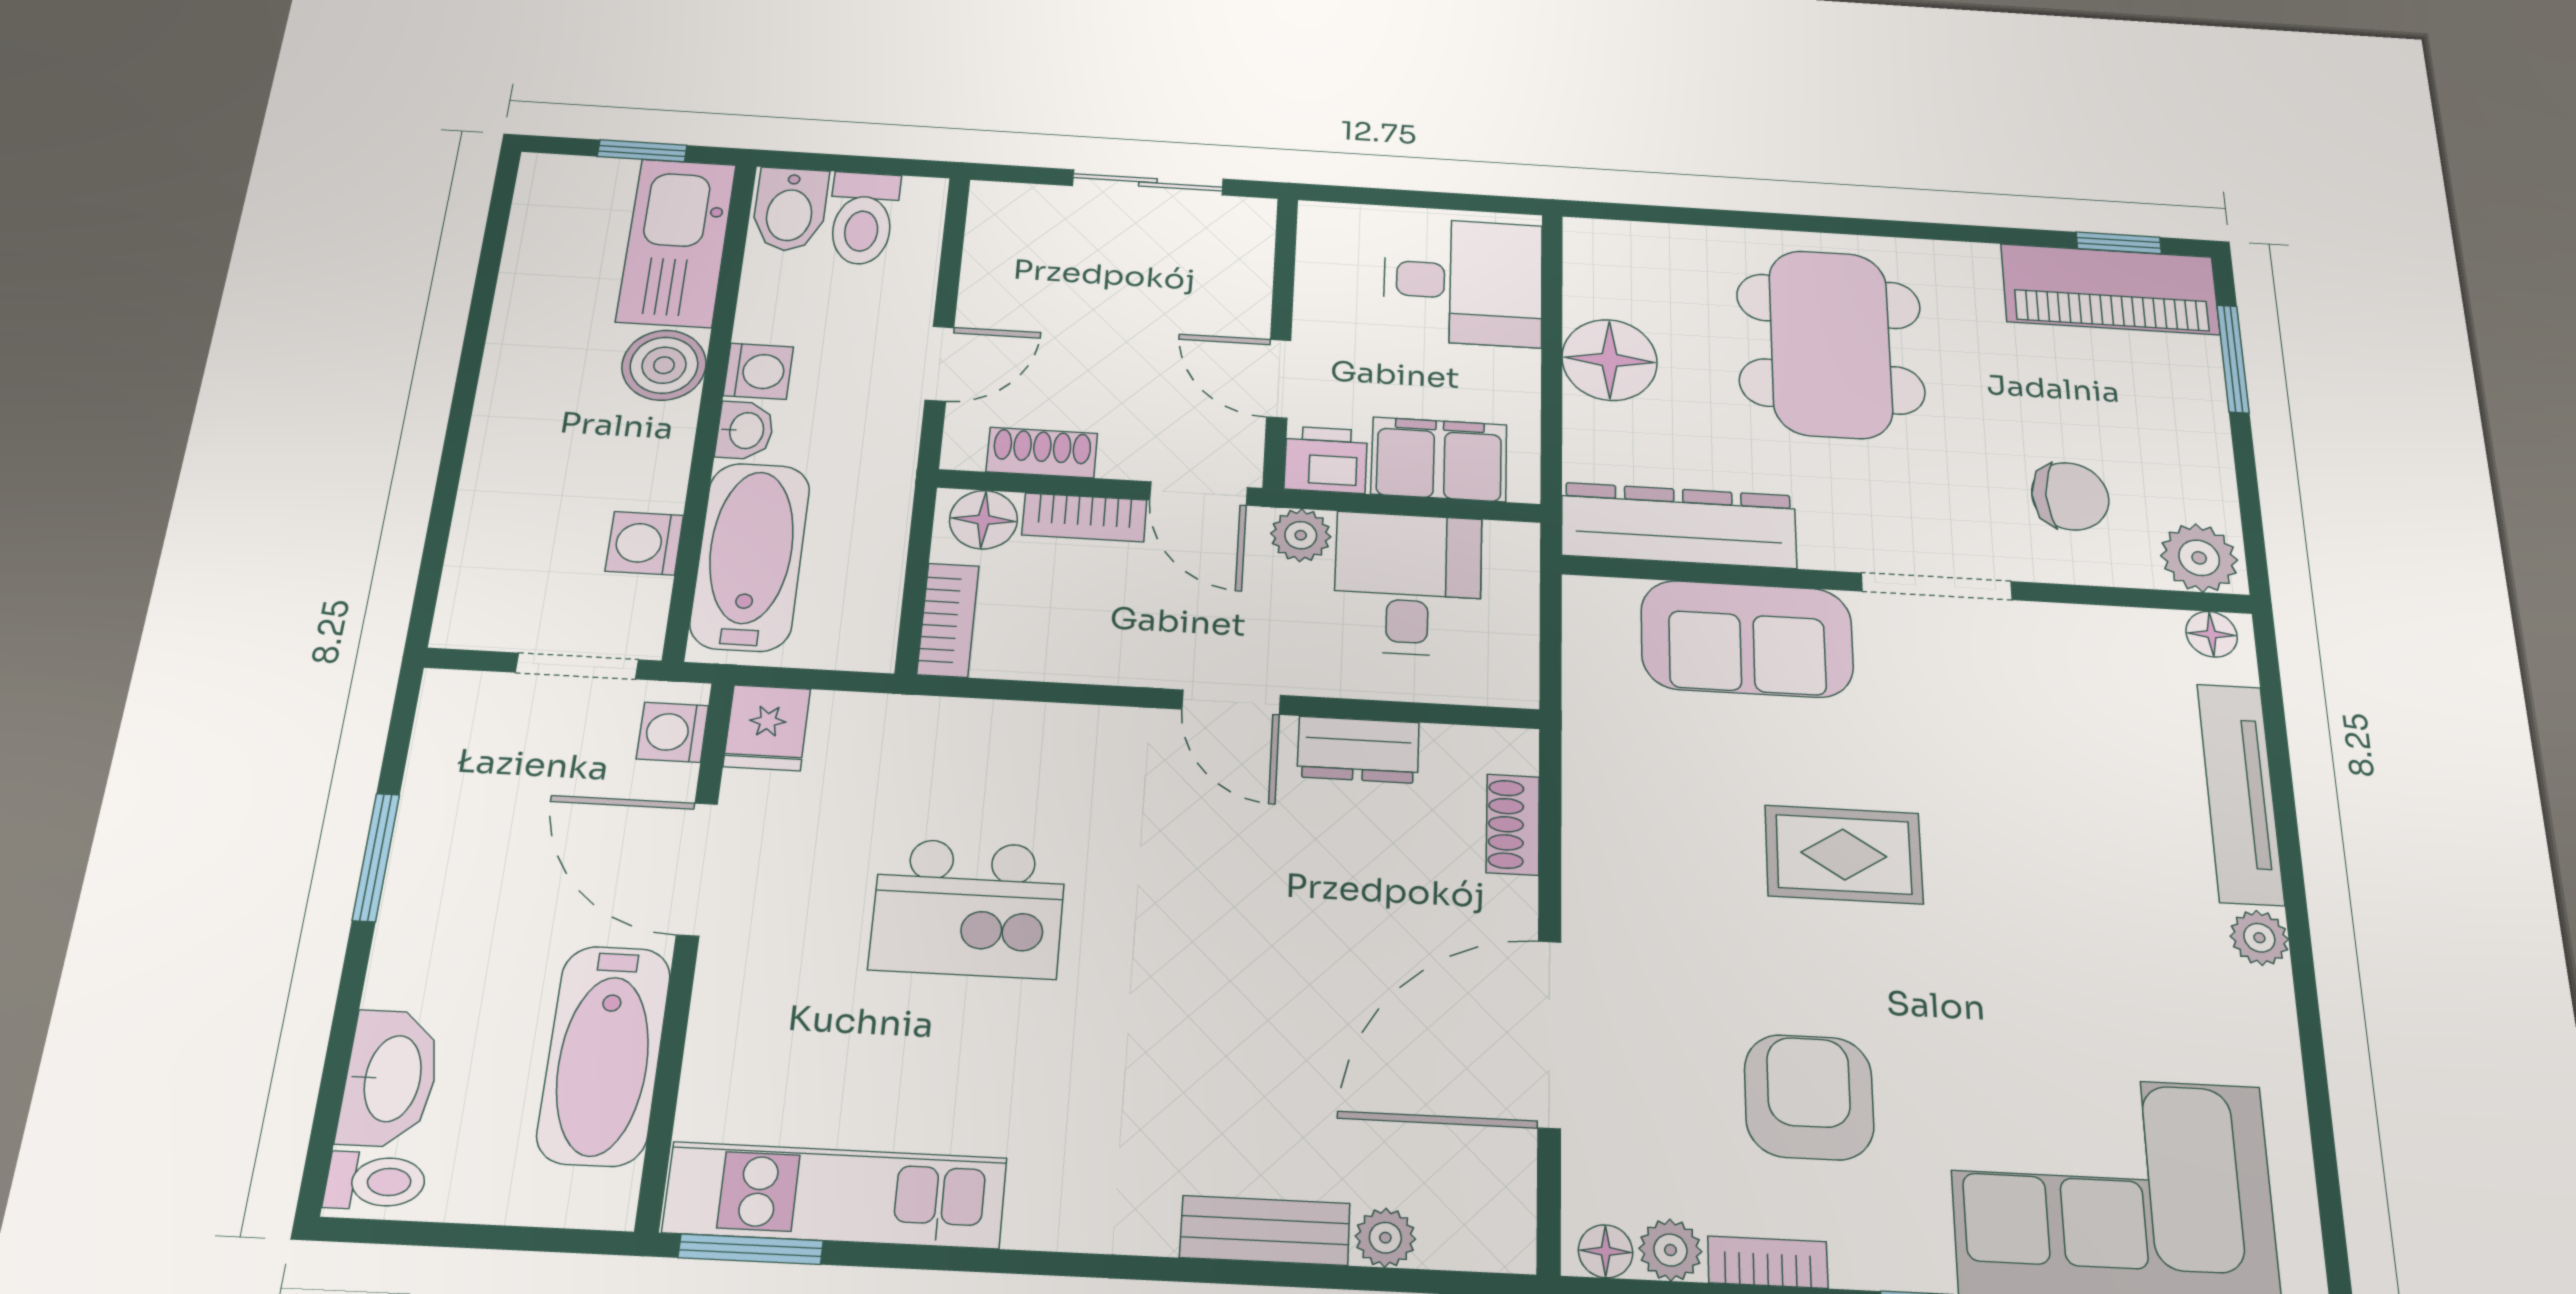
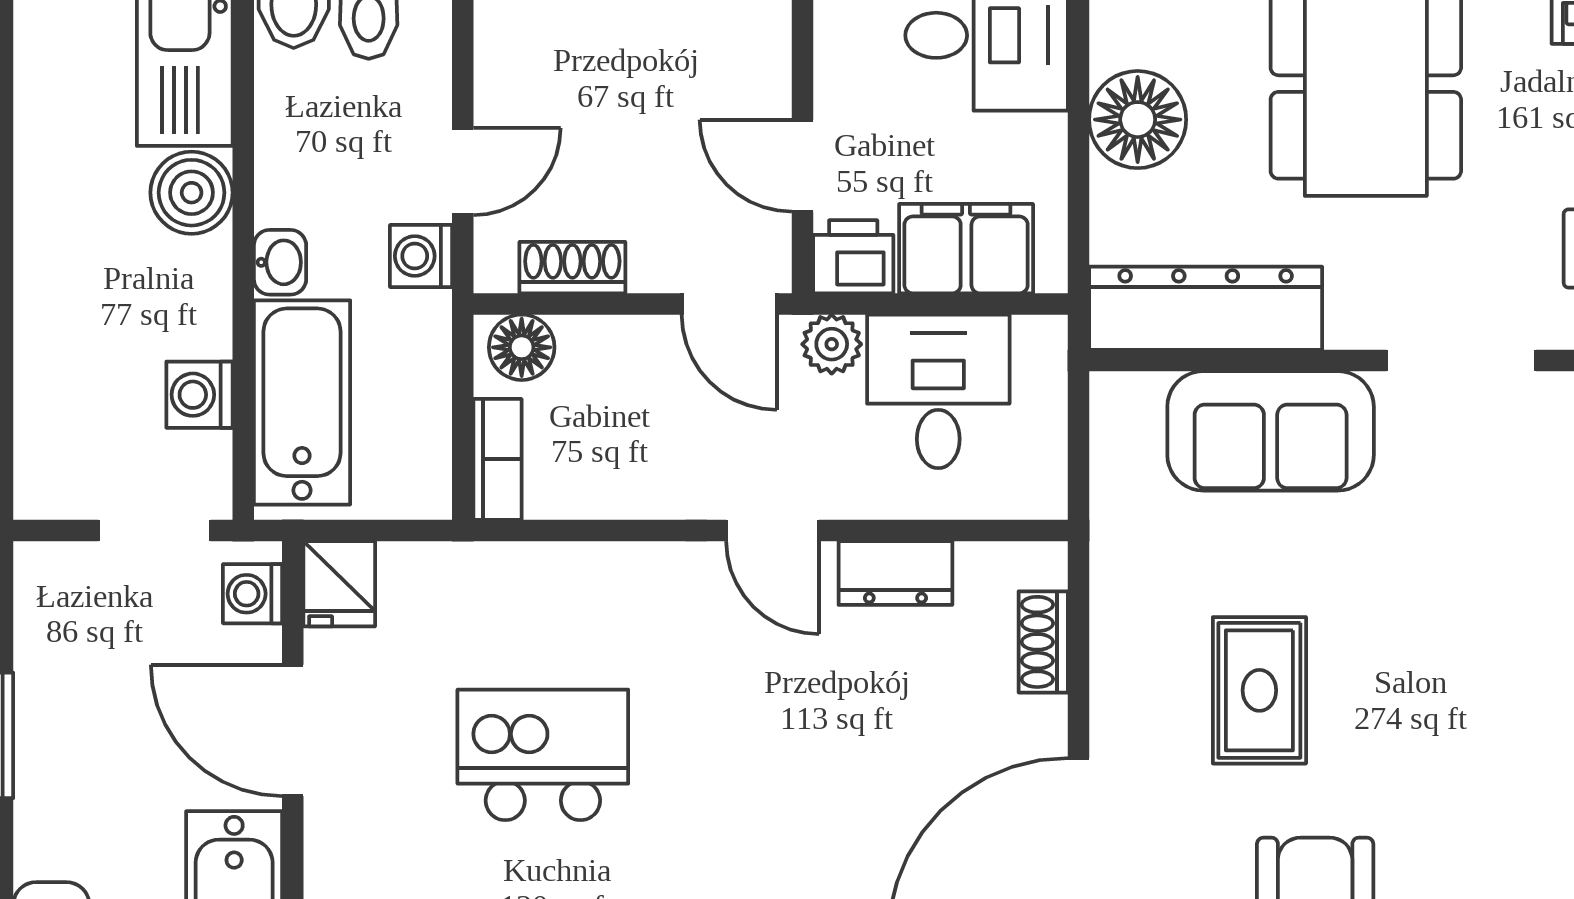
washing machine: (758, 371) -> (421, 256), moved, turned 180
bookcase: (1084, 517) -> (619, 338), removed
rug: (1844, 854) -> (1259, 690), moved, turned 90
kitchen island: (968, 908) -> (543, 755), turned 180

